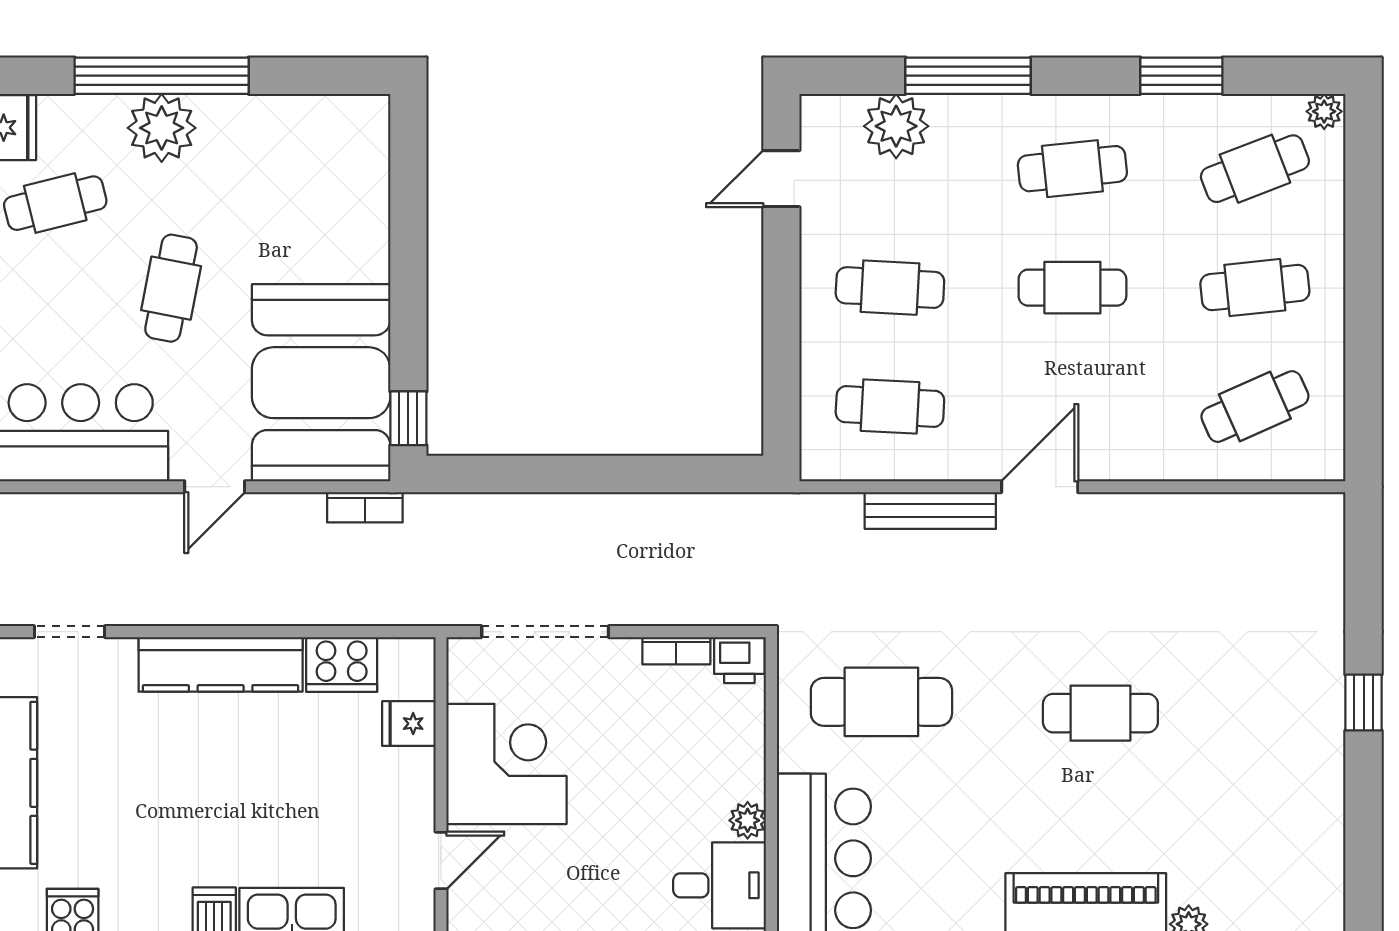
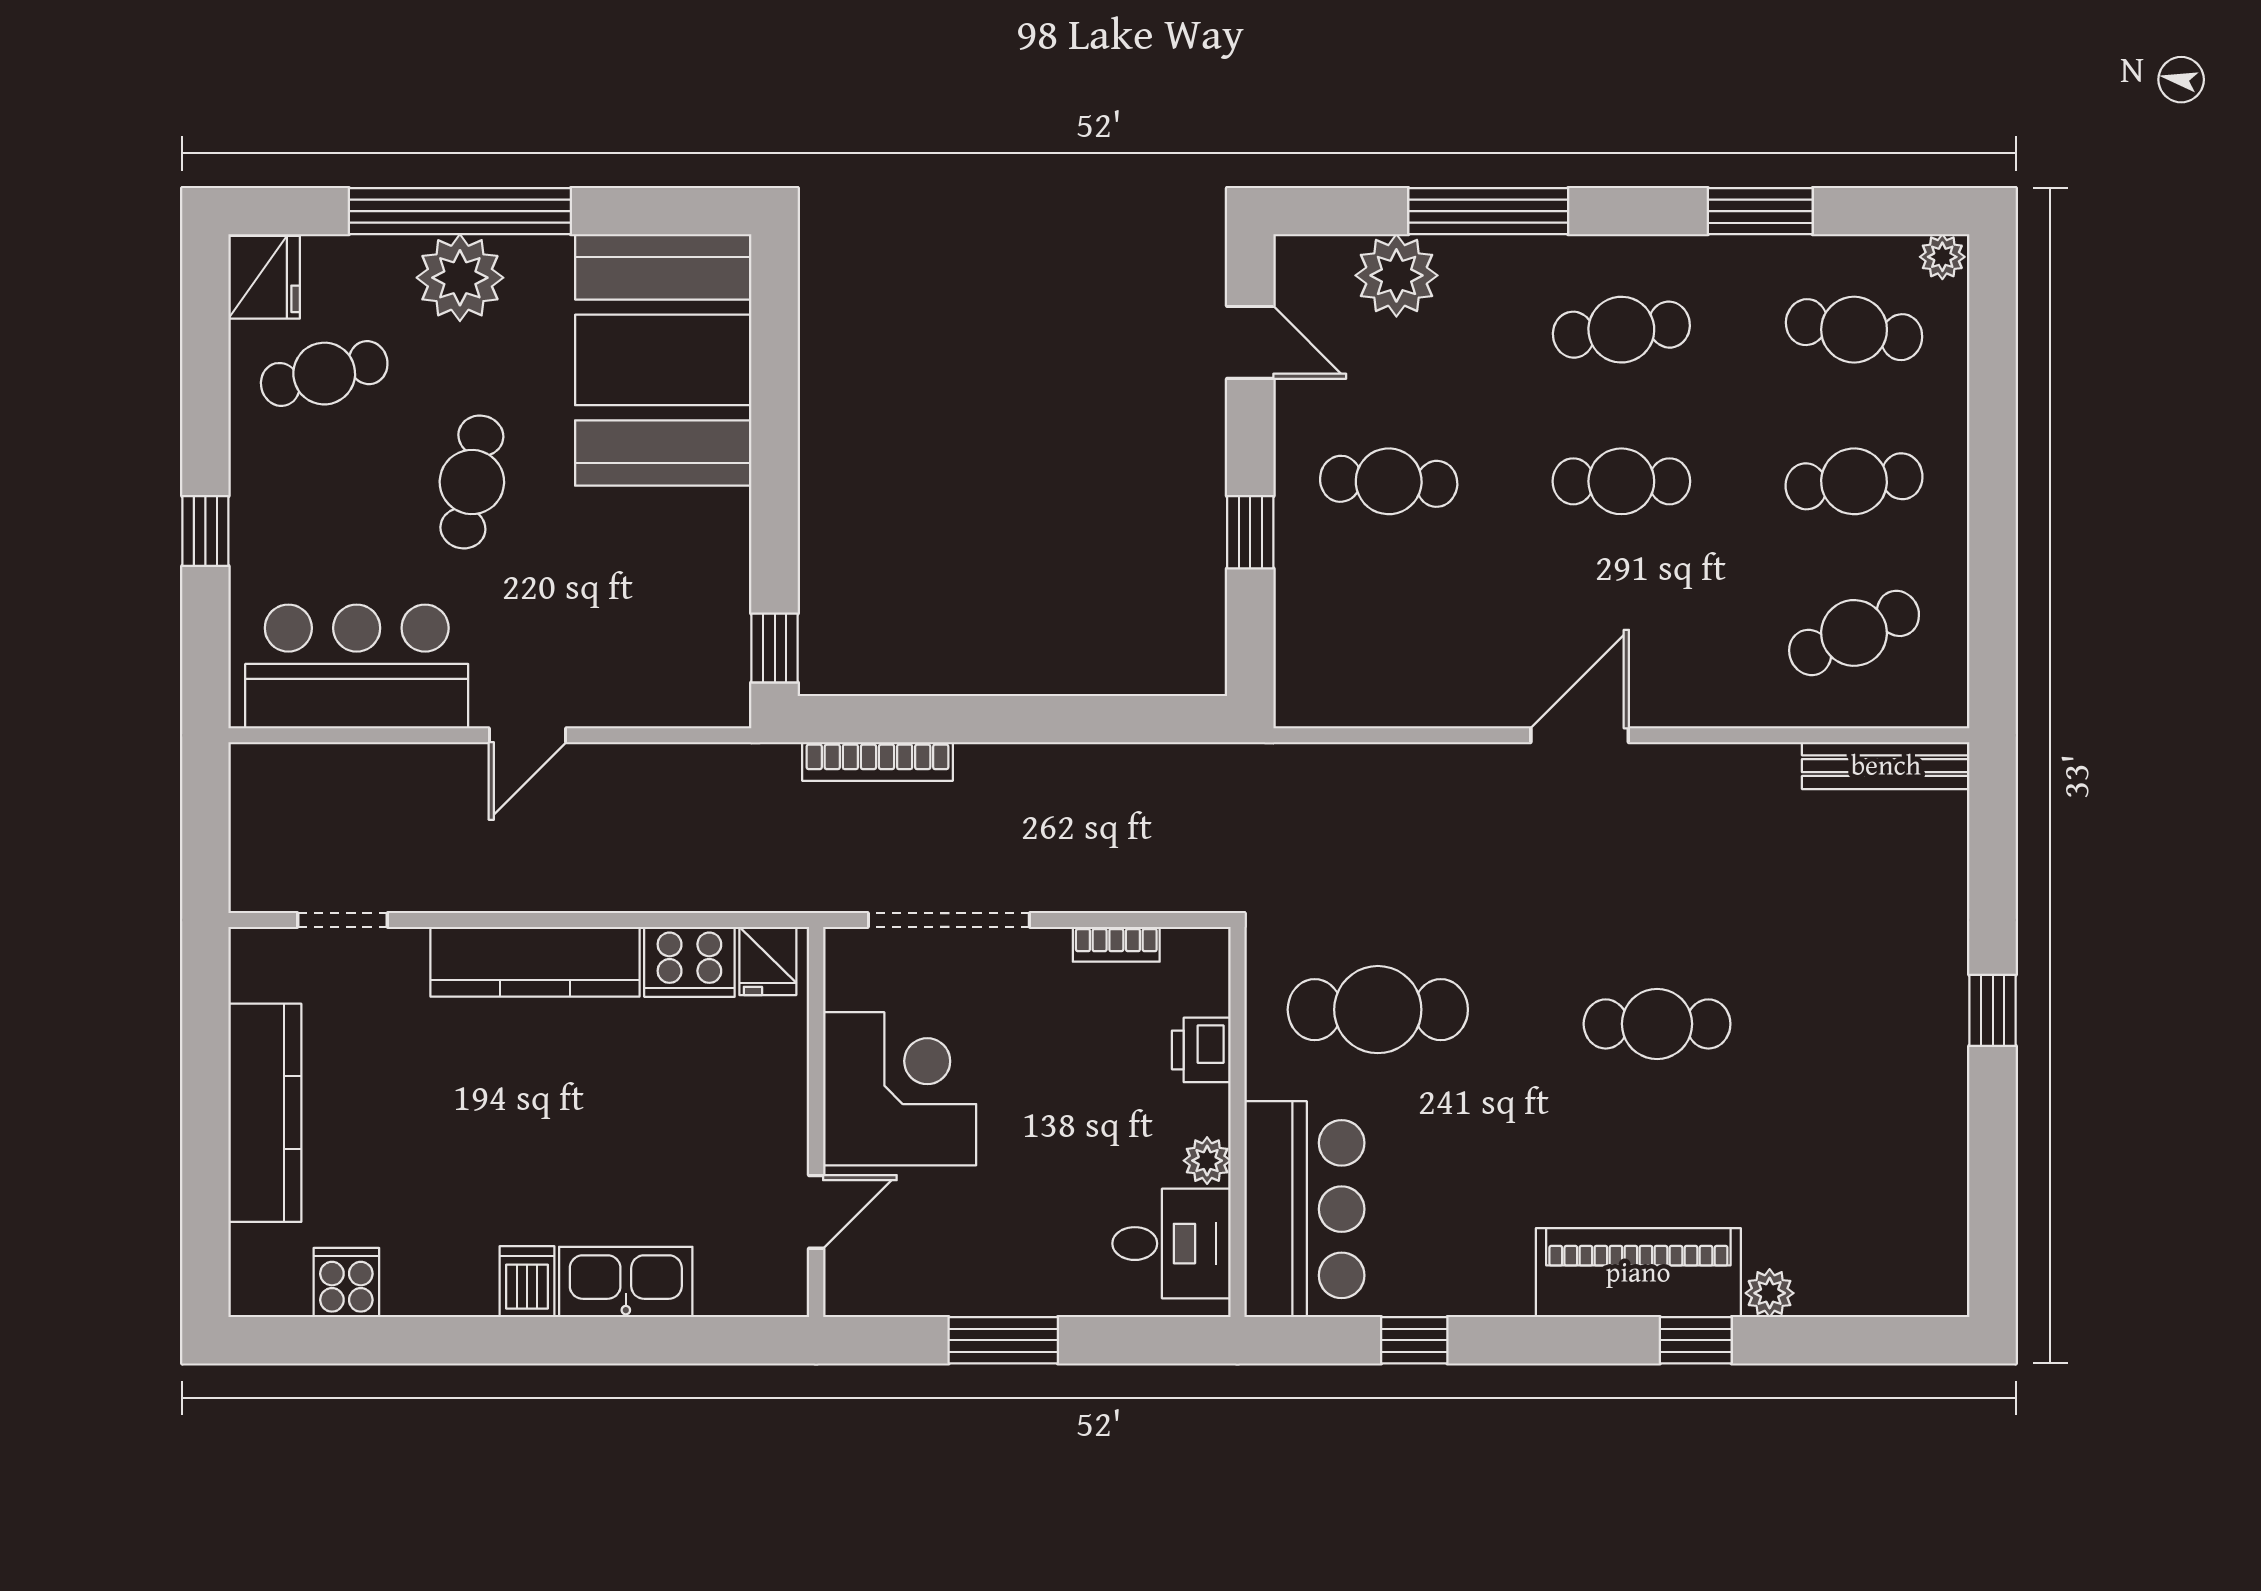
cafe table: (1255, 169) -> (1854, 330), turned 30
door: (781, 179) -> (1250, 342), swing flipped
window: (781, 327) -> (1250, 532), added
booth: (321, 383) -> (663, 360), moved
cafe table: (890, 407) -> (1389, 633), removed
bookcase: (365, 507) -> (877, 761), moved, width x1.56
bench: (930, 511) -> (1886, 766), moved
printer: (739, 660) -> (1201, 1050), moved, turned 90
fridge: (409, 724) -> (768, 961), moved, turned -90

